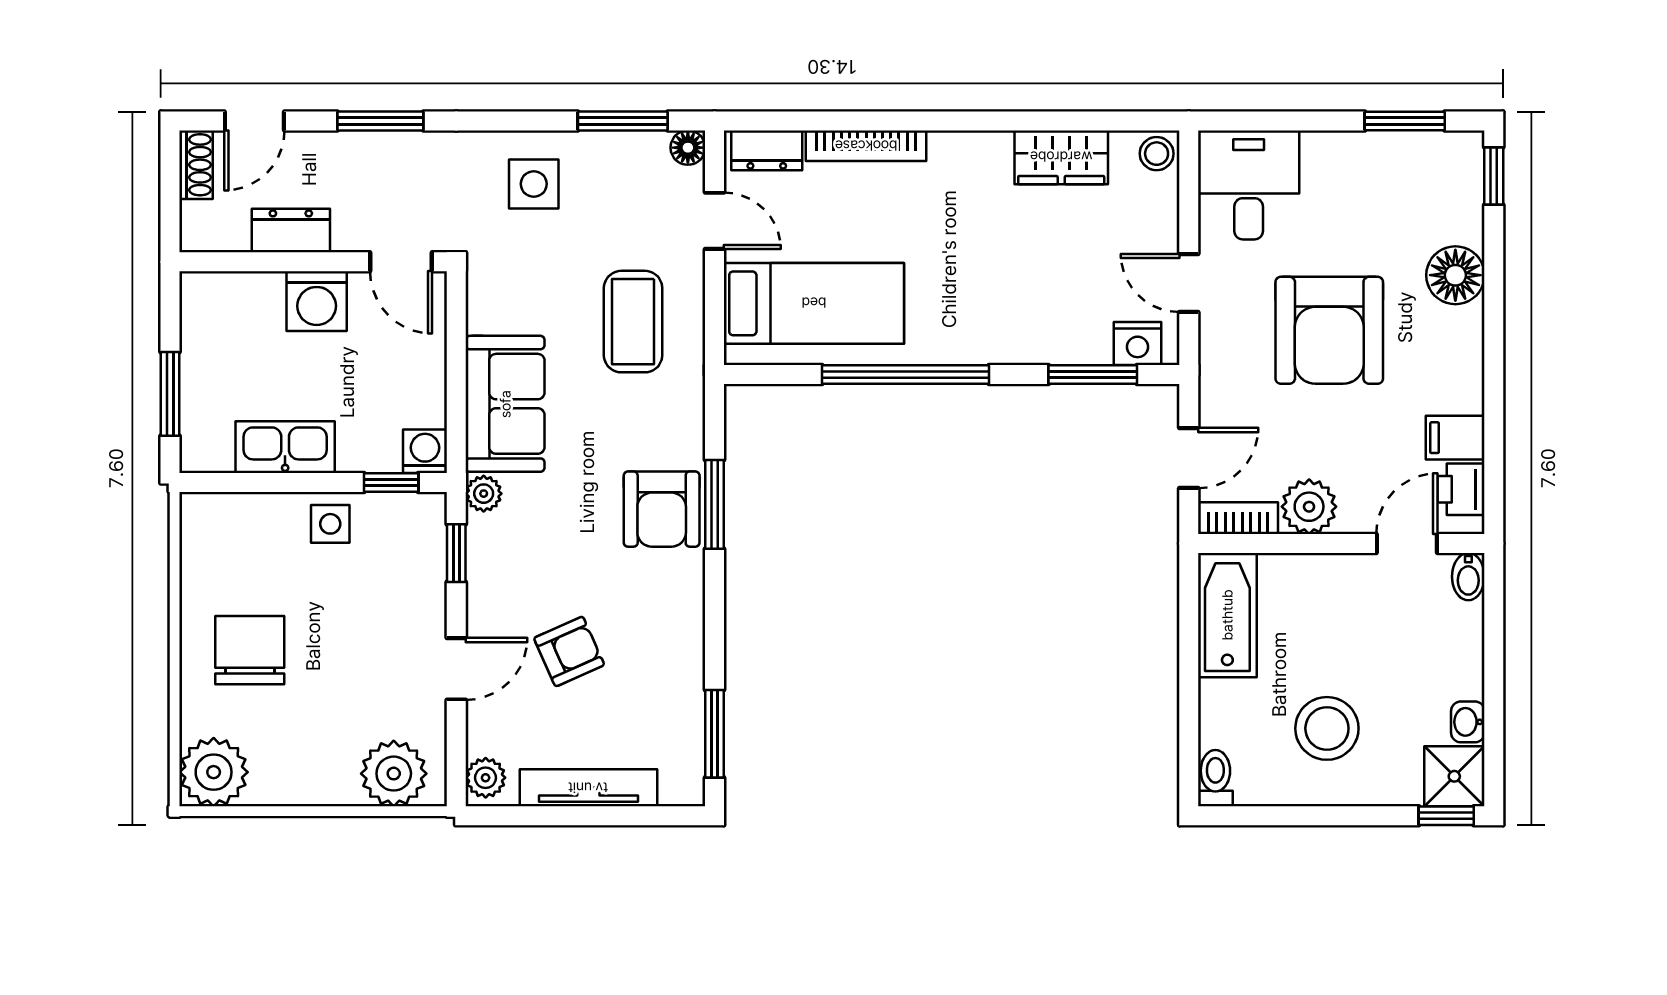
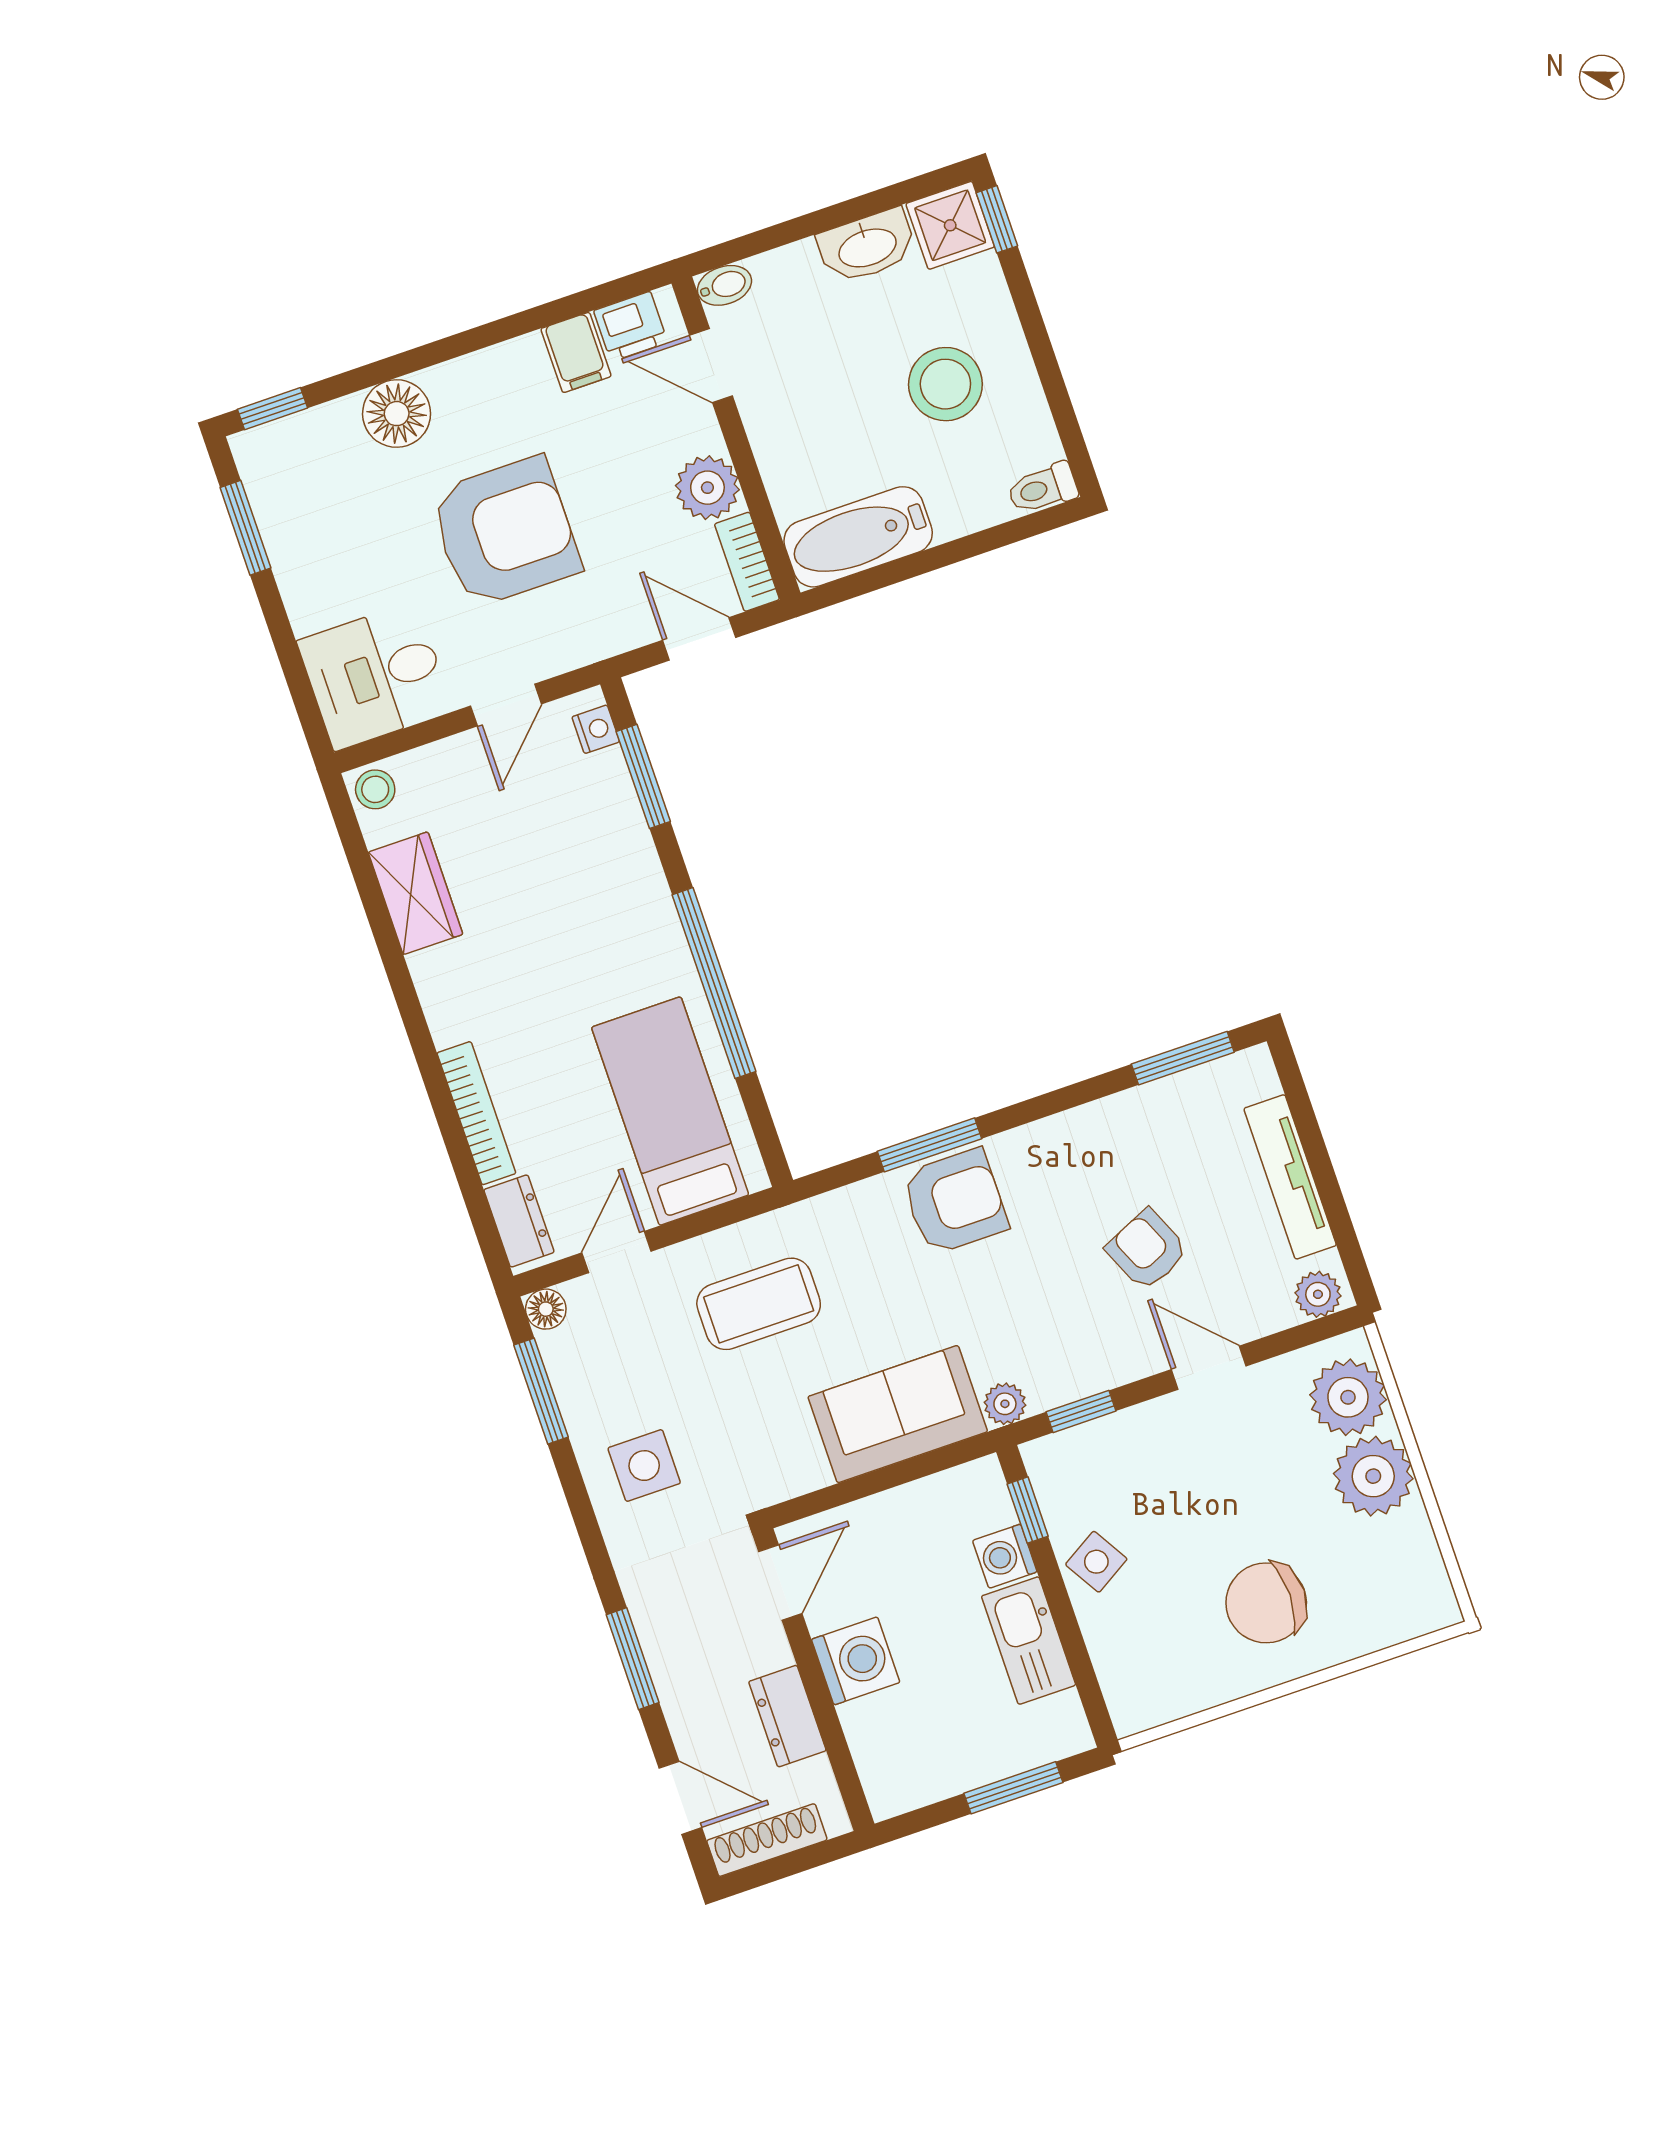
shoe rack: (196, 165) -> (767, 1840), width x1.43
nightstand: (1138, 343) -> (596, 729), width x0.72, depth x0.74
washing machine: (425, 451) -> (1005, 1556), moved
side table: (330, 524) -> (1096, 1562), turned -31
washbasin: (1468, 722) -> (867, 246), width x1.91, depth x1.45
plant: (214, 772) -> (1373, 1476), moved

